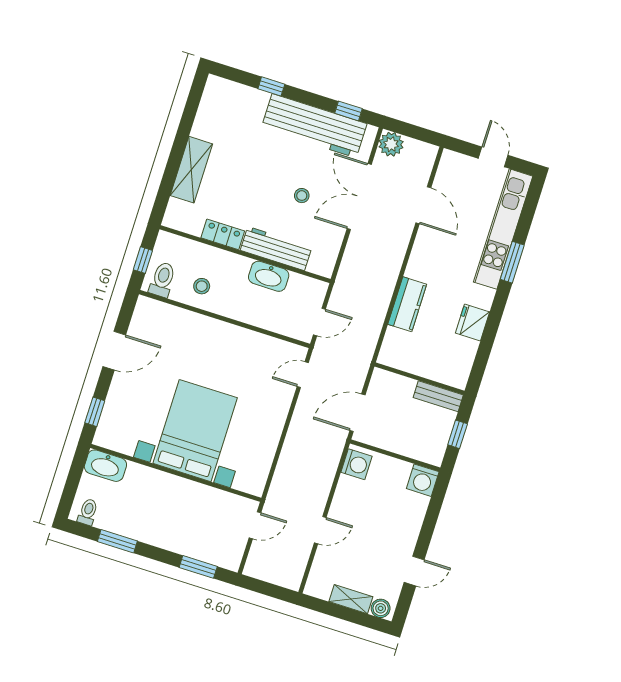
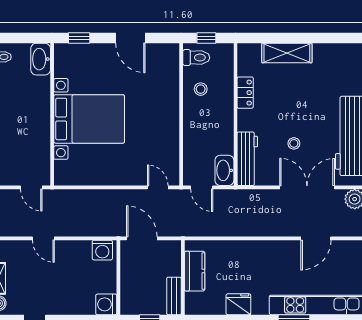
workbench: (276, 249) -> (247, 159), moved
washbasin: (269, 276) -> (224, 170), moved
kitchen counter: (407, 304) -> (195, 271), moved, turned -90

